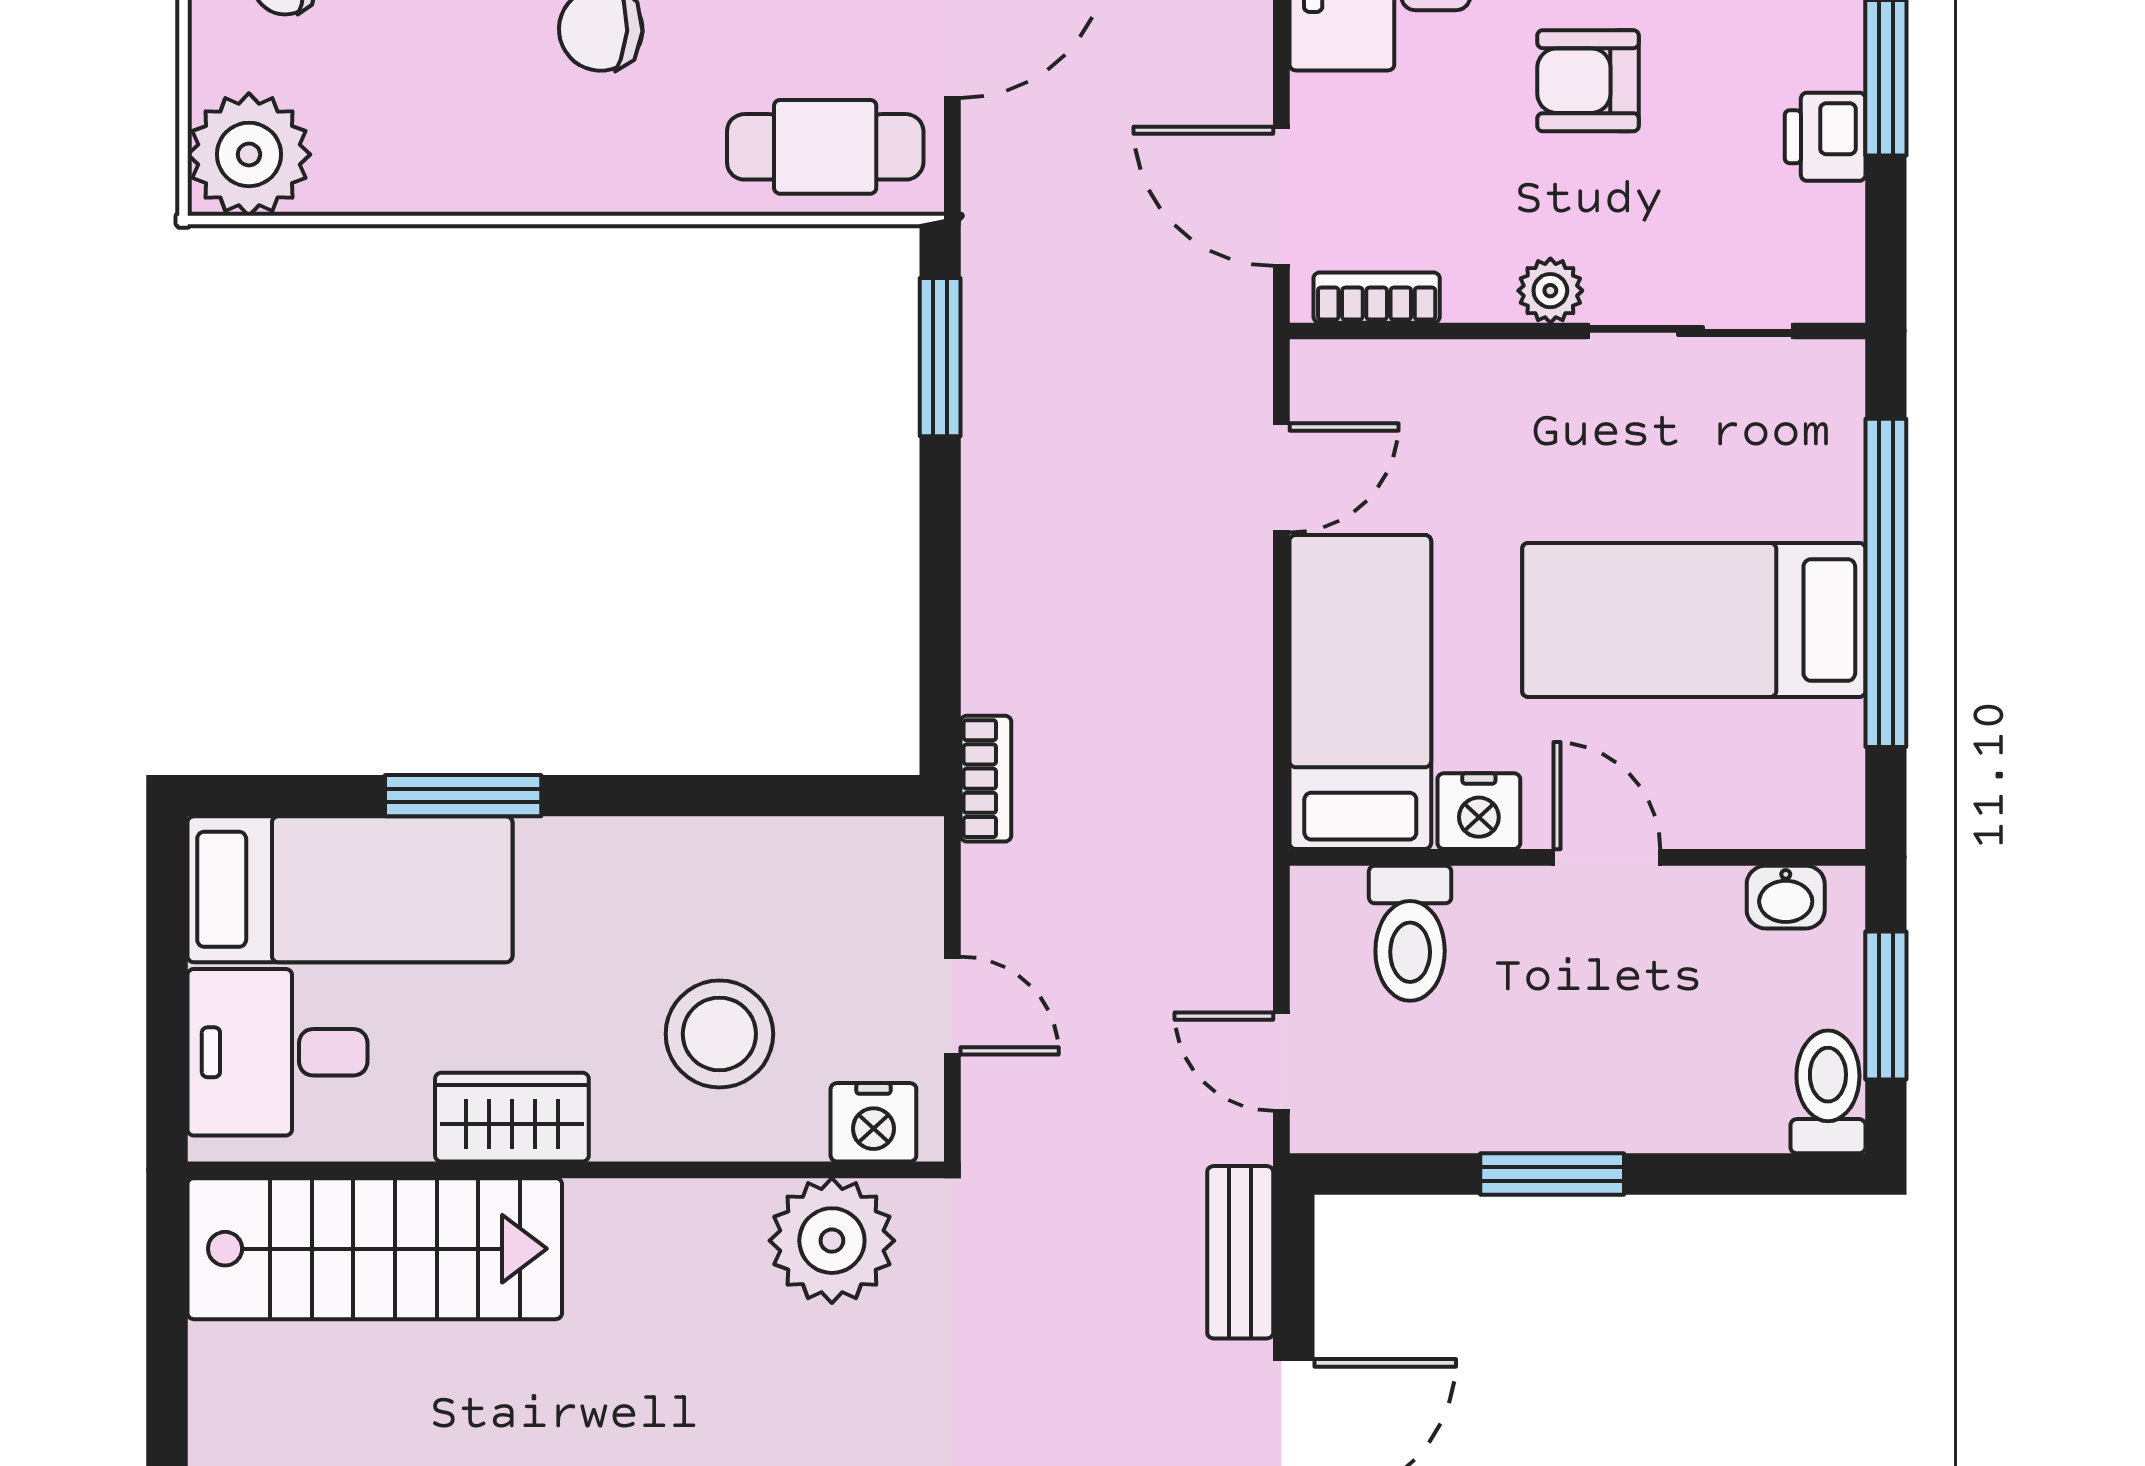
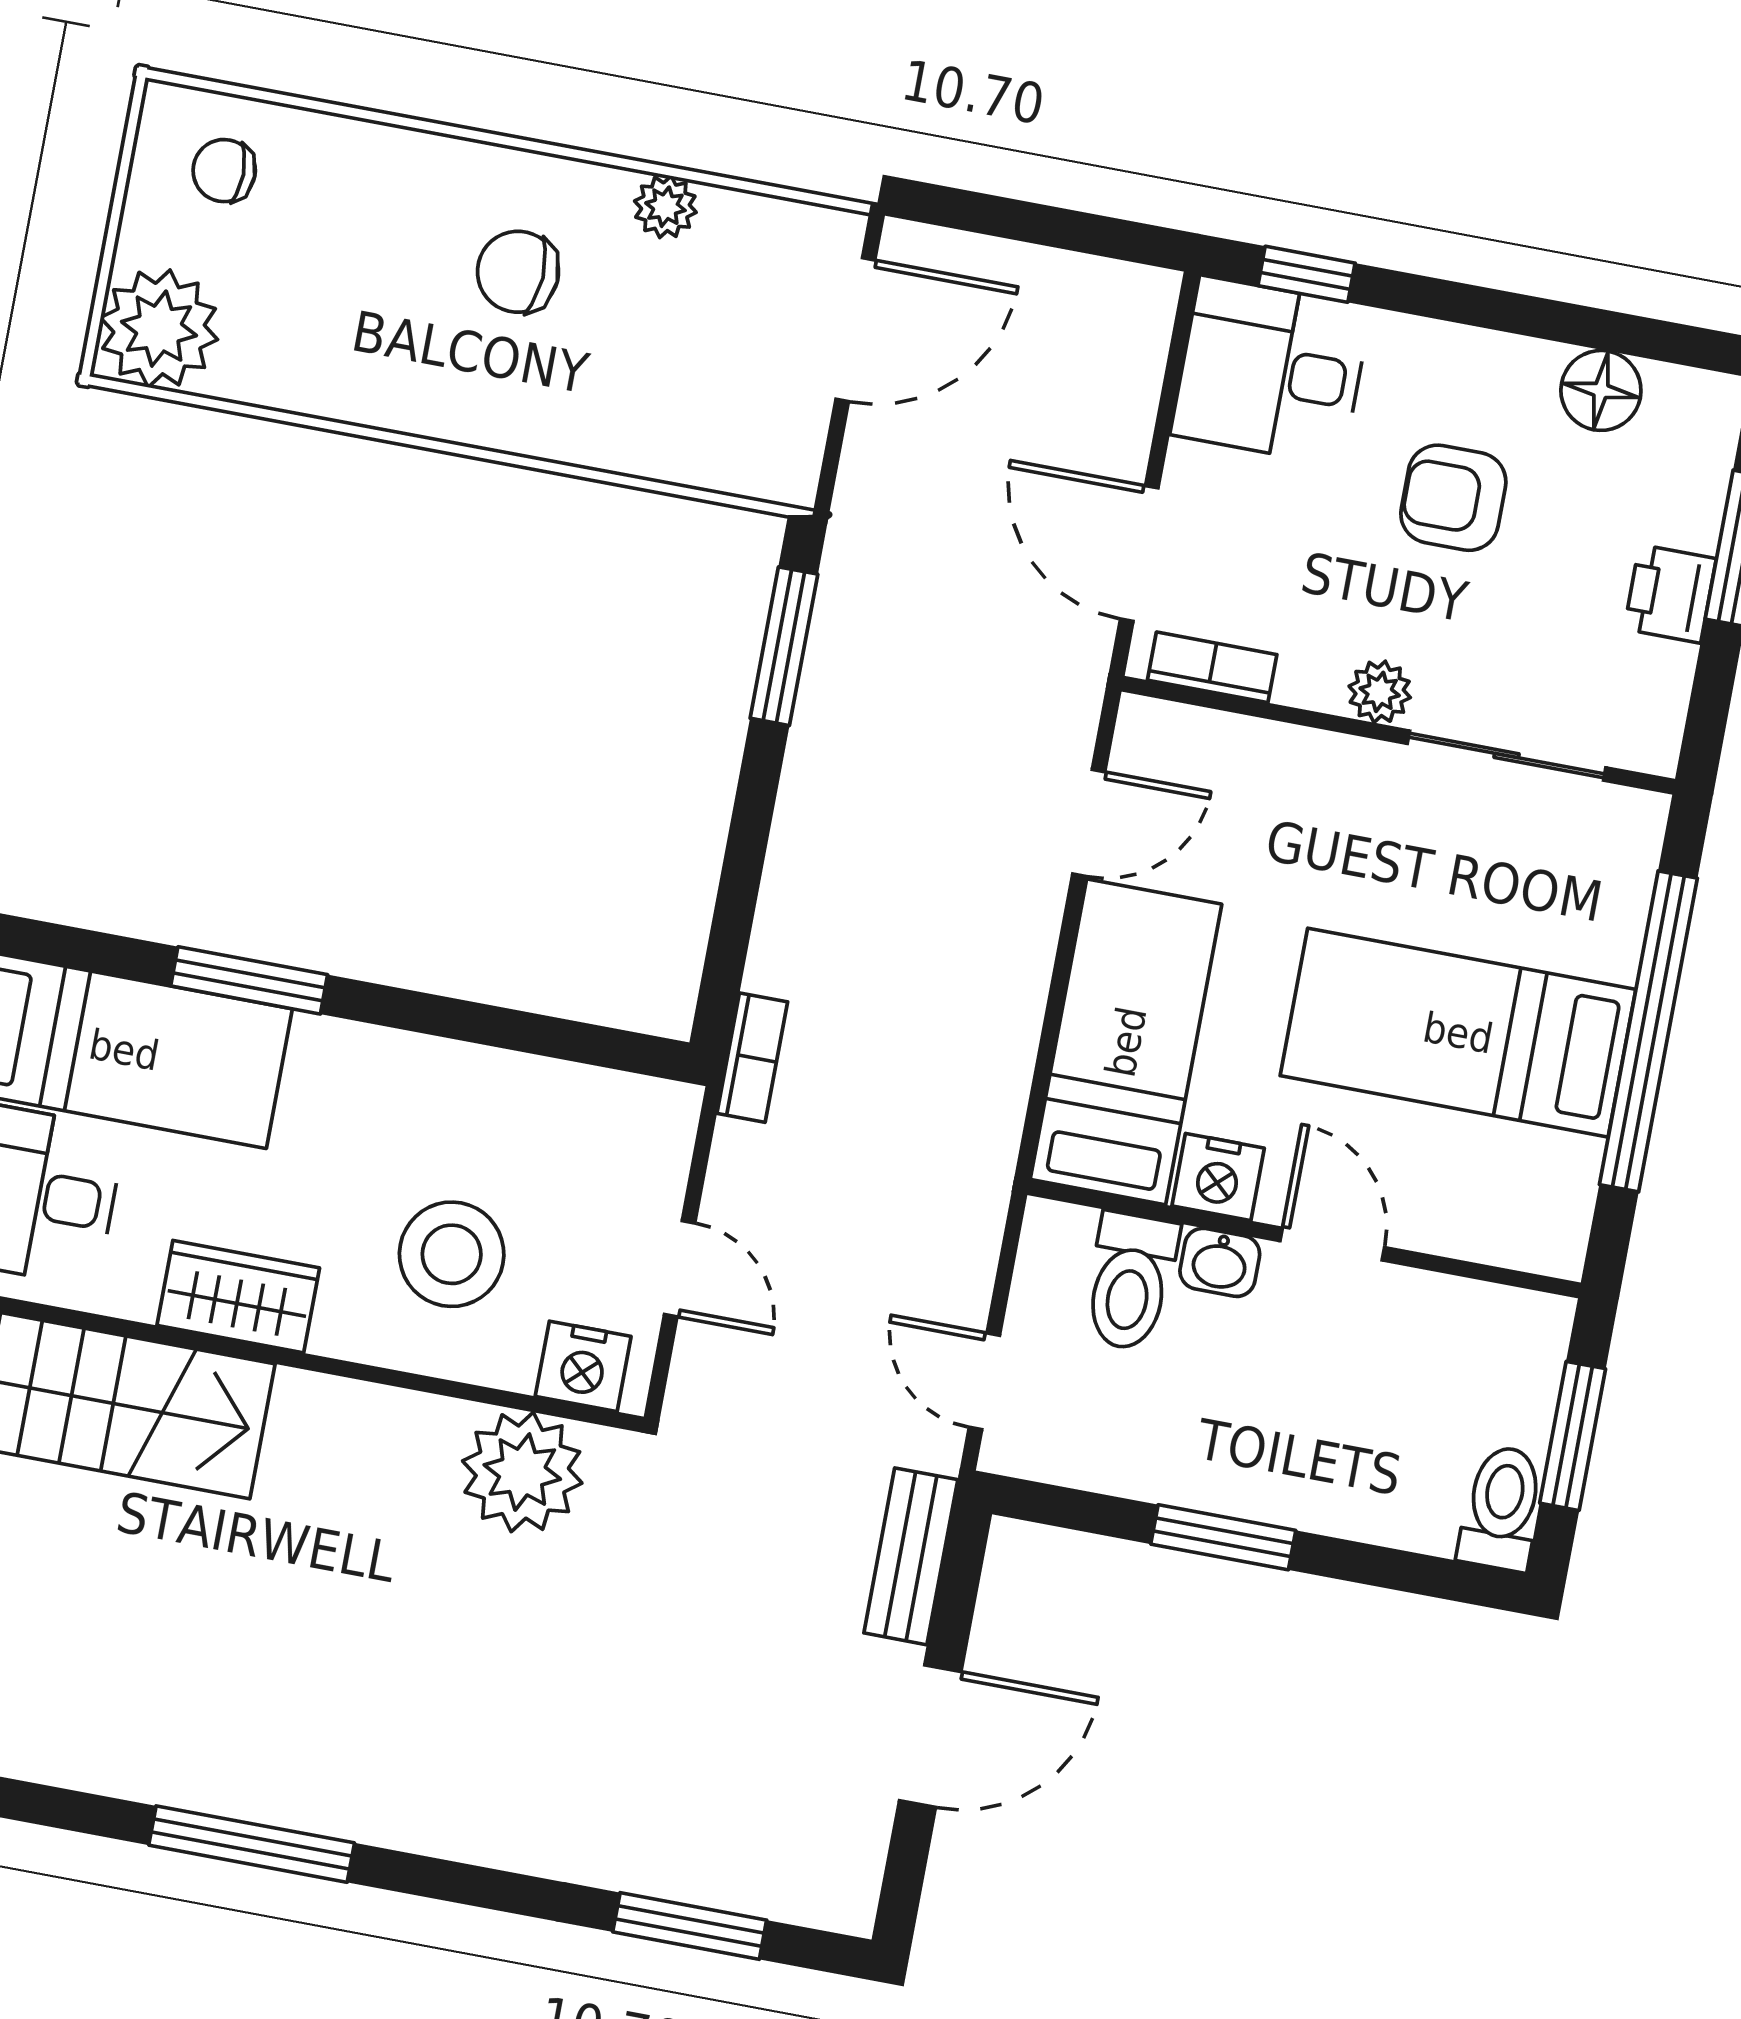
cafe table: (825, 147) -> (712, 424), removed
washbasin: (1786, 897) -> (1220, 1262), moved

